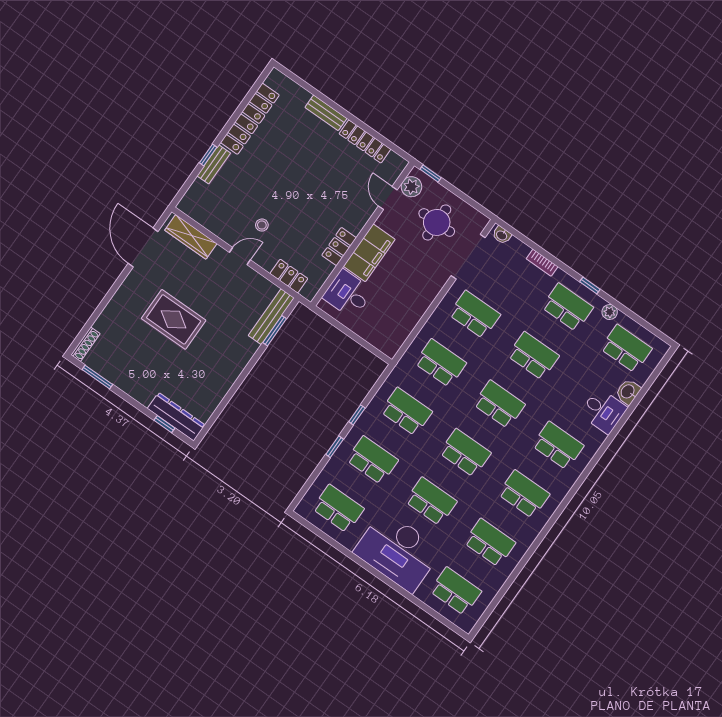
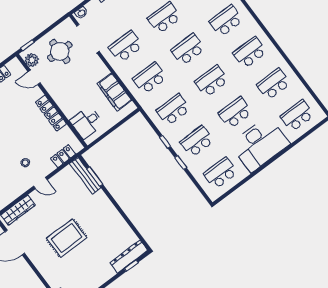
locker: (339, 247) -> (51, 113), width x1.53
filing cabinet: (369, 253) -> (114, 92), moved, turned 180
door: (240, 256) -> (40, 183), swing flipped

